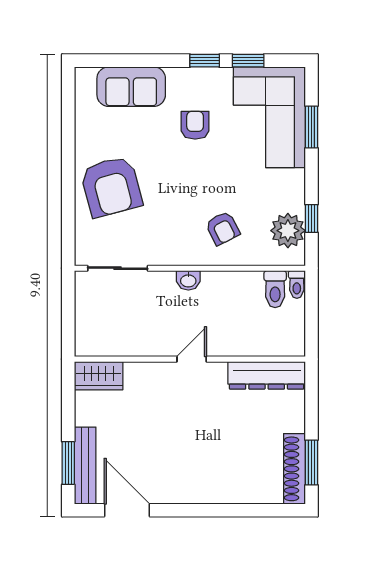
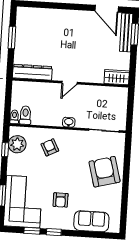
window: (311, 463) -> (12, 37), moved
shoe rack: (294, 469) -> (21, 24), removed

